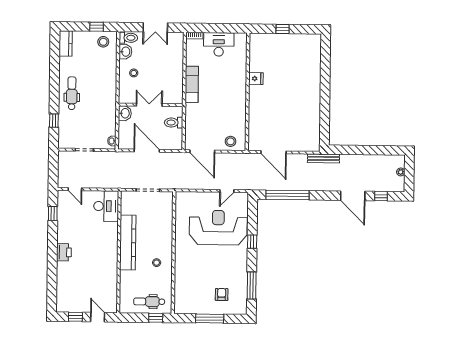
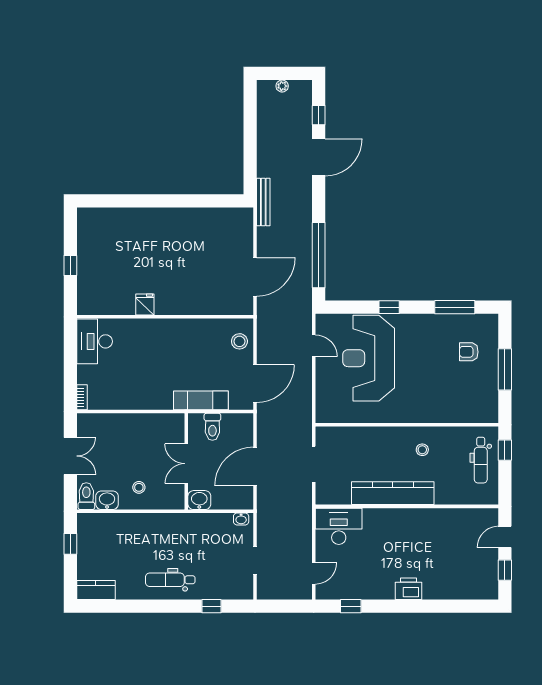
stool: (103, 42) -> (93, 534), removed
desk: (219, 44) -> (95, 341), moved
exam couch: (192, 84) -> (201, 400), moved

